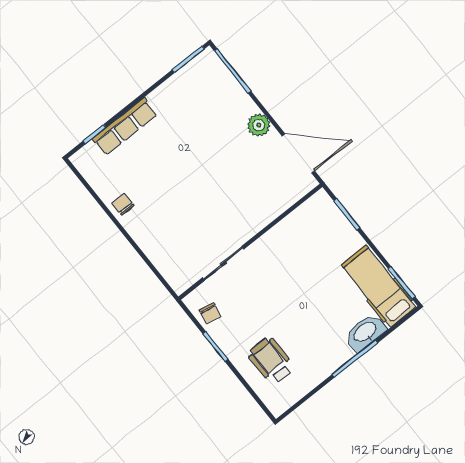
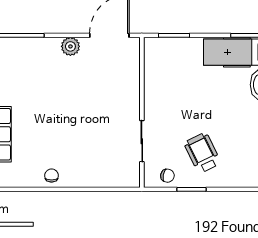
chair: (123, 204) -> (52, 176), turned 90
wheelchair: (271, 361) -> (202, 153), moved, turned 64

